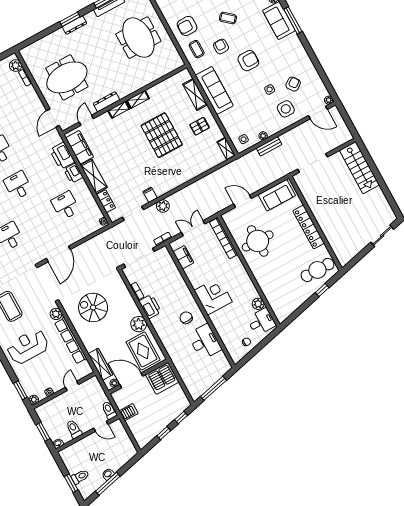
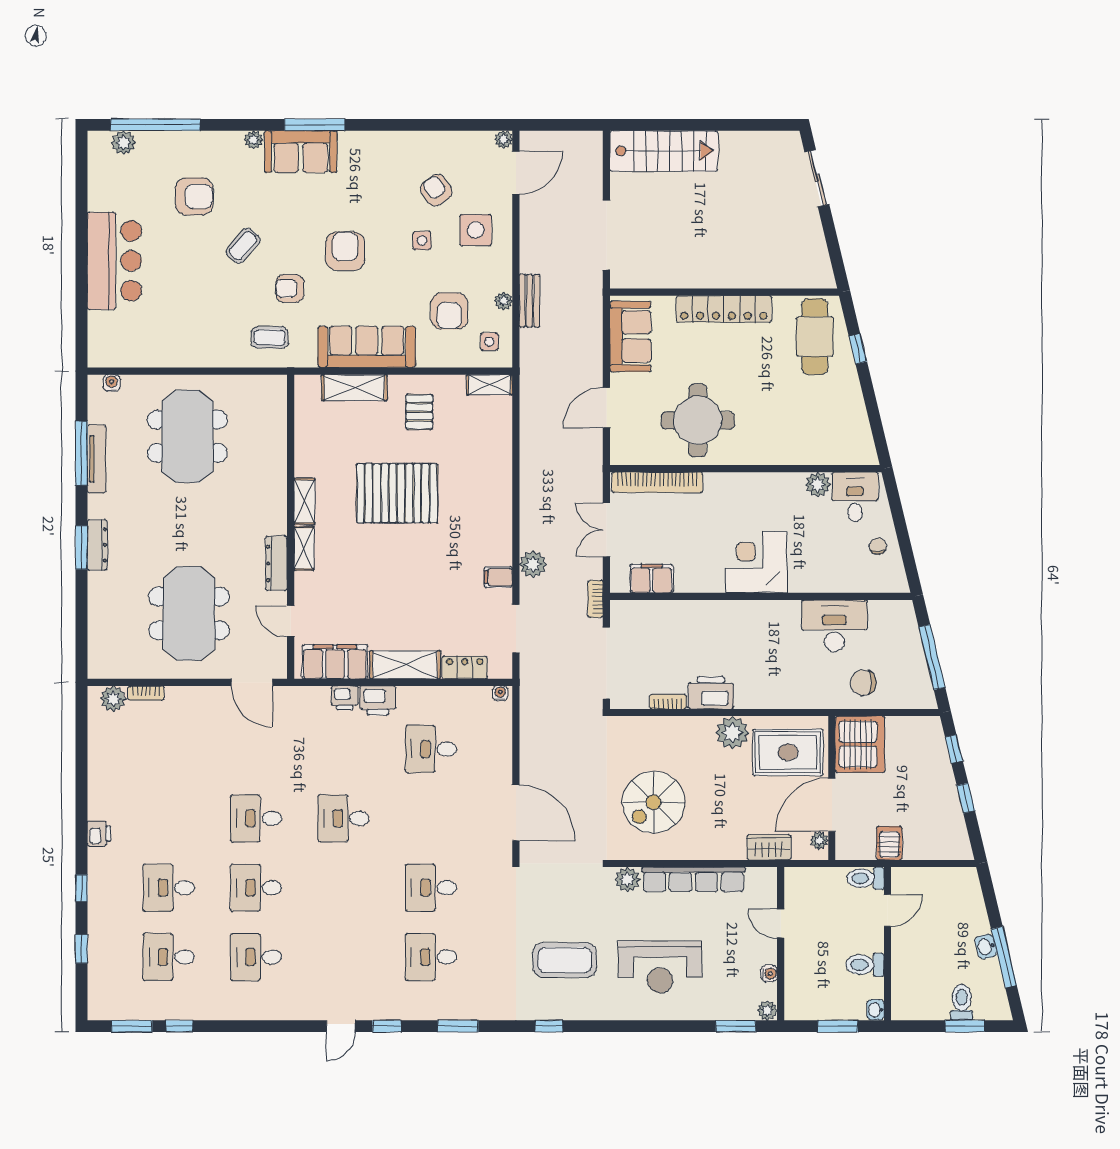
armchair: (187, 26) -> (449, 311), moved
meeting table: (138, 38) -> (187, 436), turned 90
printer: (62, 156) -> (345, 698), width x0.53, depth x0.68
chair: (186, 318) -> (863, 683), moved
reception desk: (28, 346) -> (660, 967), turned -90
wardrobe: (100, 364) -> (769, 847), width x0.67

